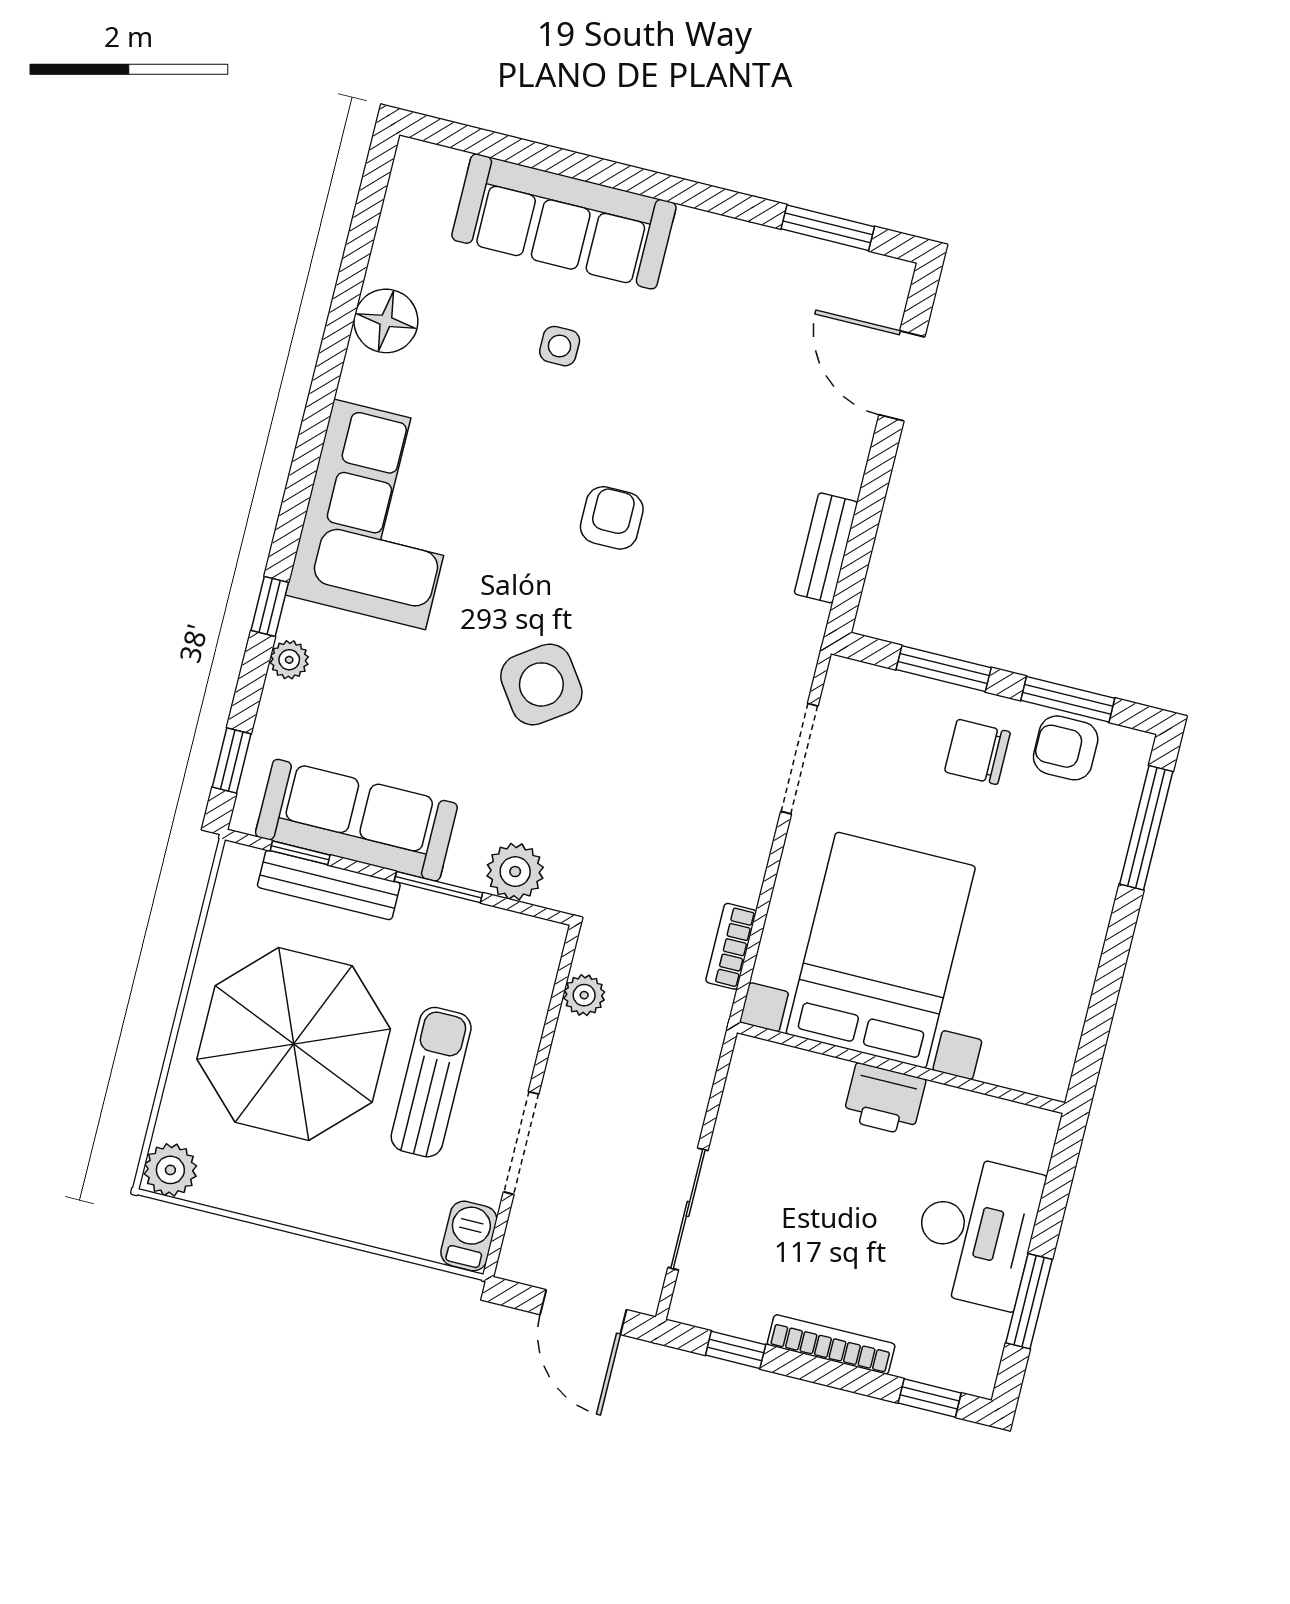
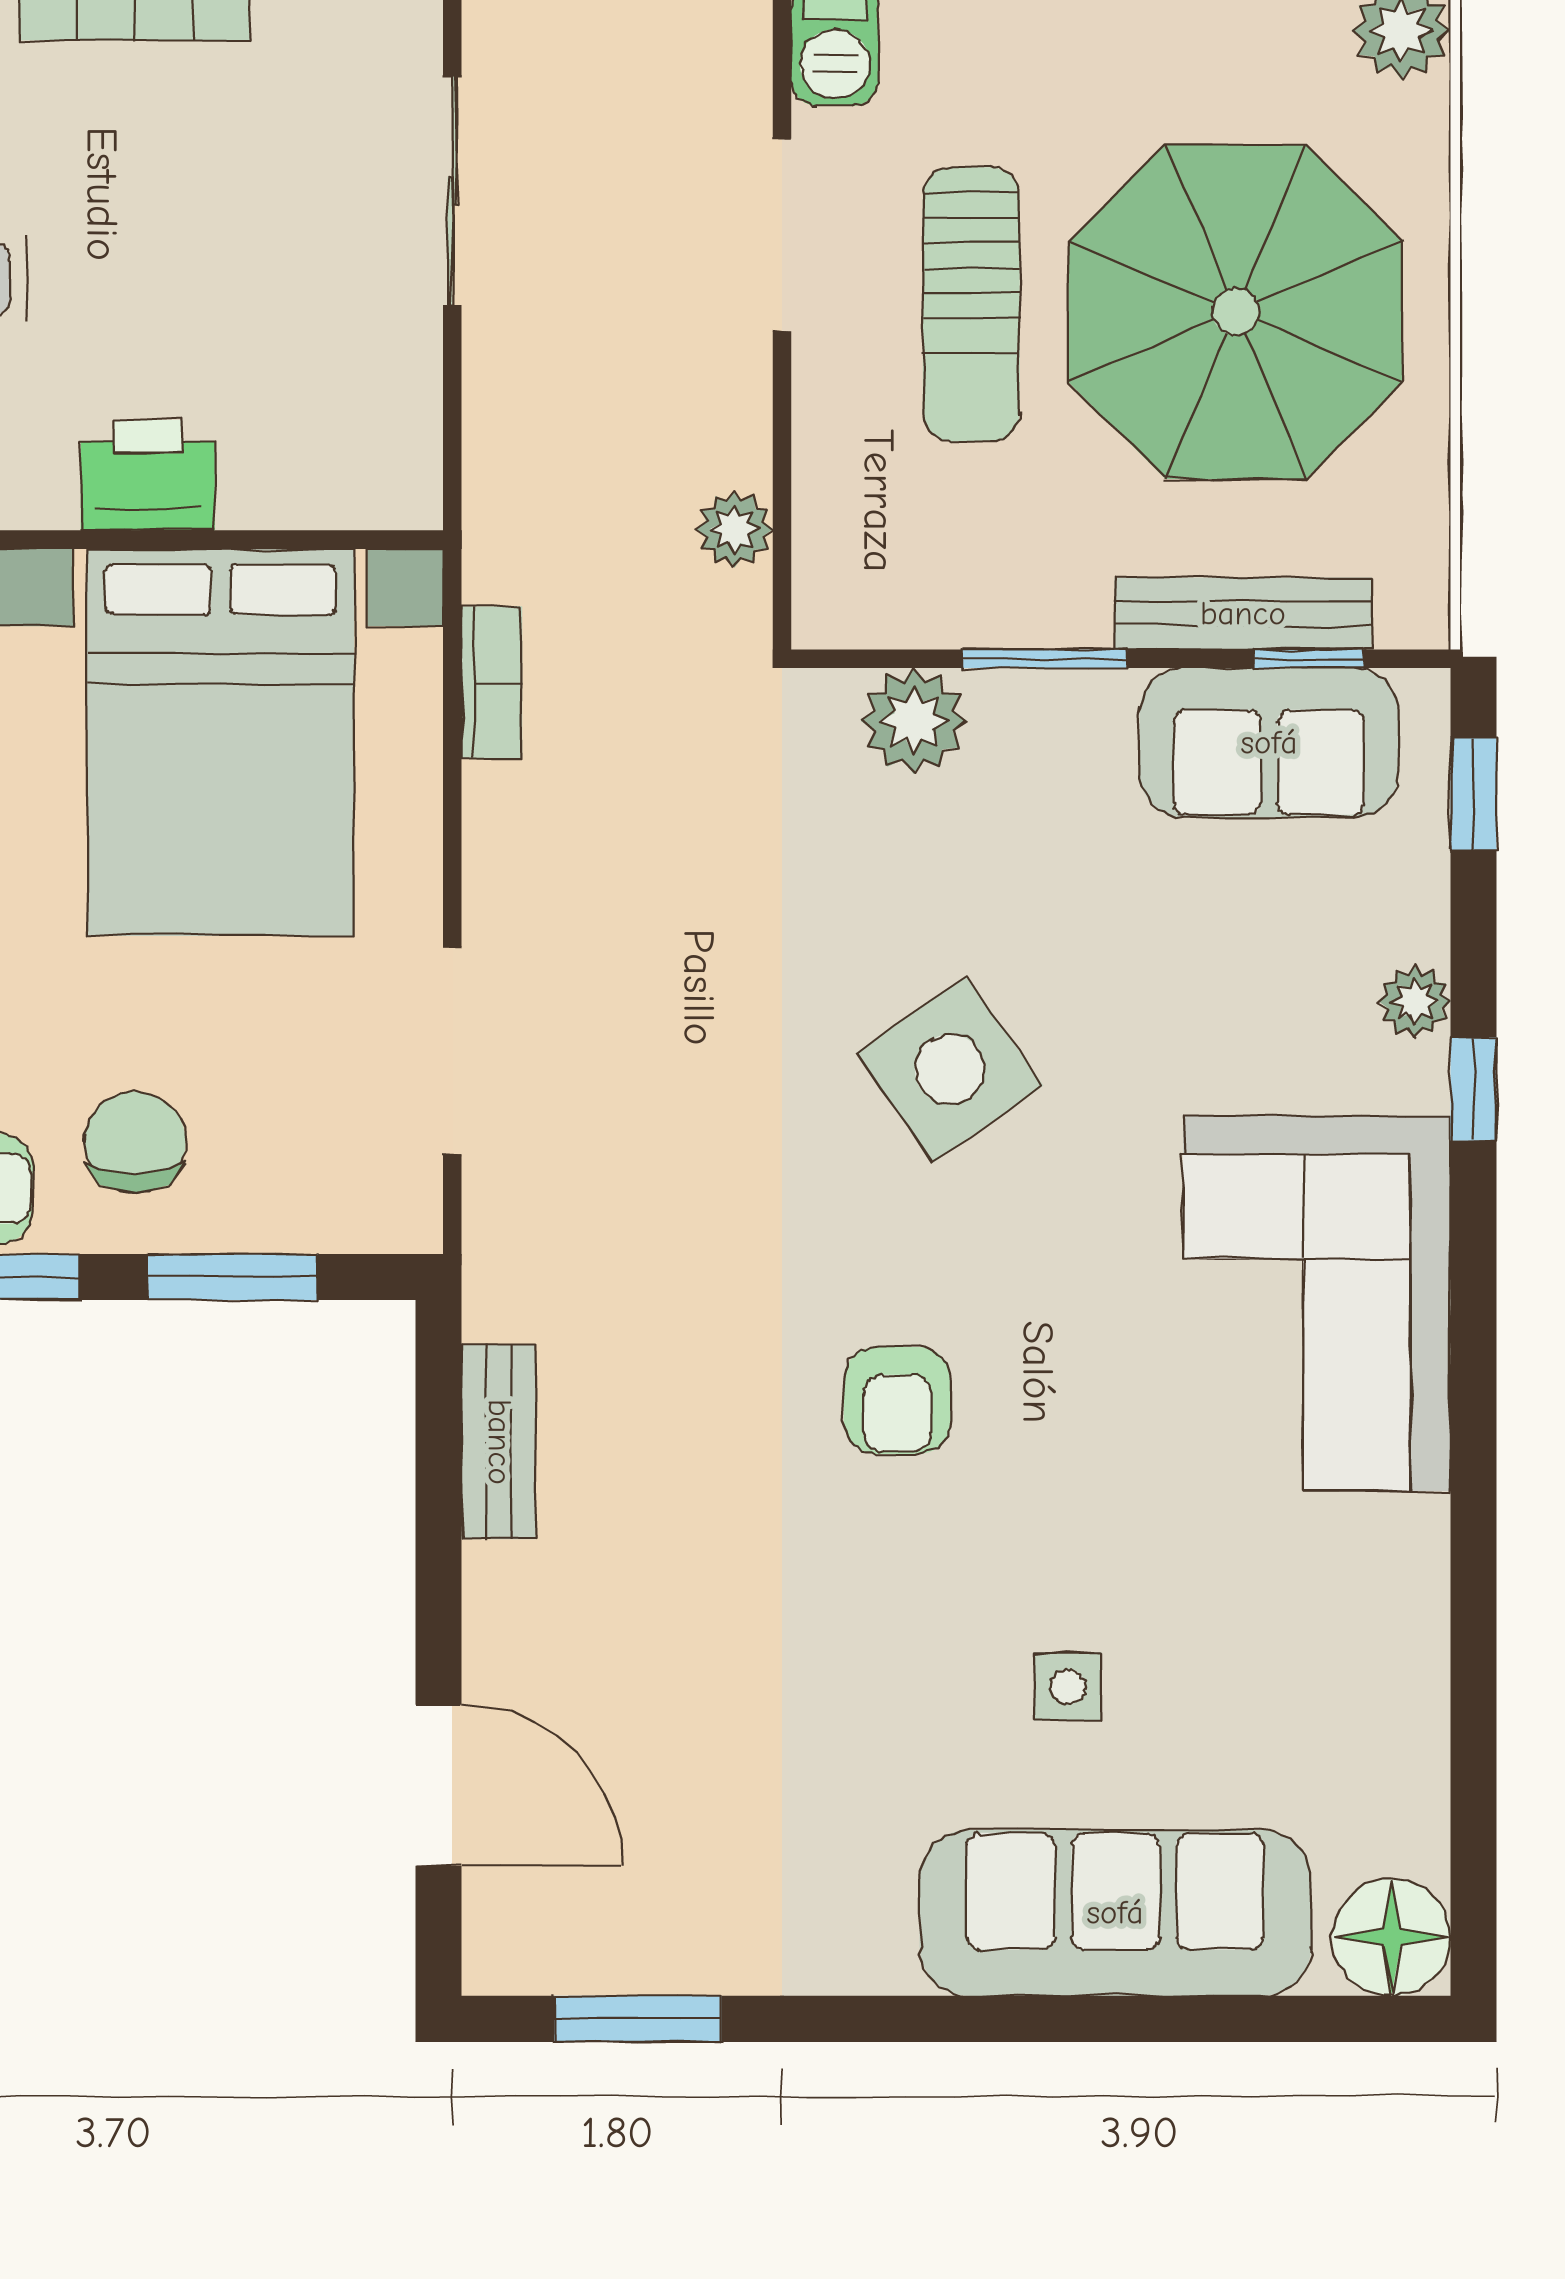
floor lamp: (386, 321) -> (1392, 1937), moved
chair: (977, 752) -> (135, 1142), turned -90
sofa: (356, 820) -> (1269, 743), width x0.73

